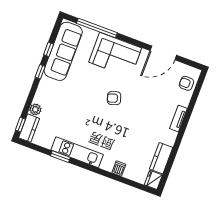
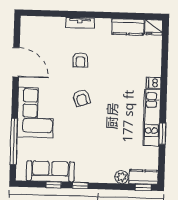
sofa: (63, 51) -> (50, 171), width x0.74, depth x0.79
armchair: (186, 83) -> (81, 60), moved
dishwasher: (119, 169) -> (154, 83), moved

